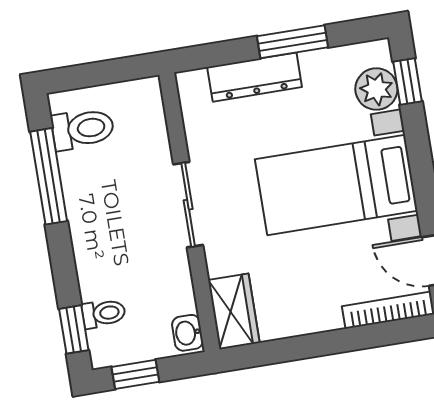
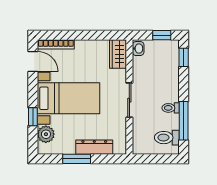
window: (408, 82) -> (33, 117), moved
toilet: (104, 313) -> (171, 108), moved

